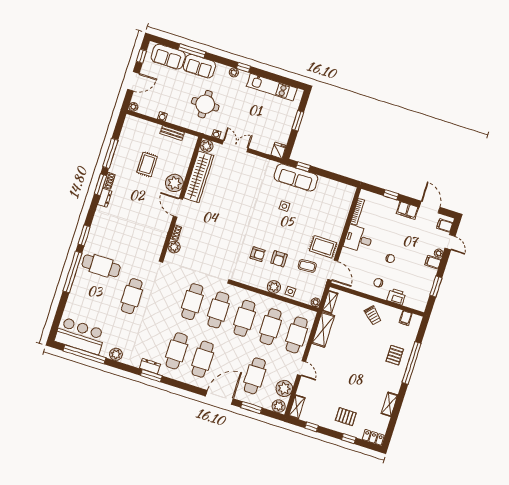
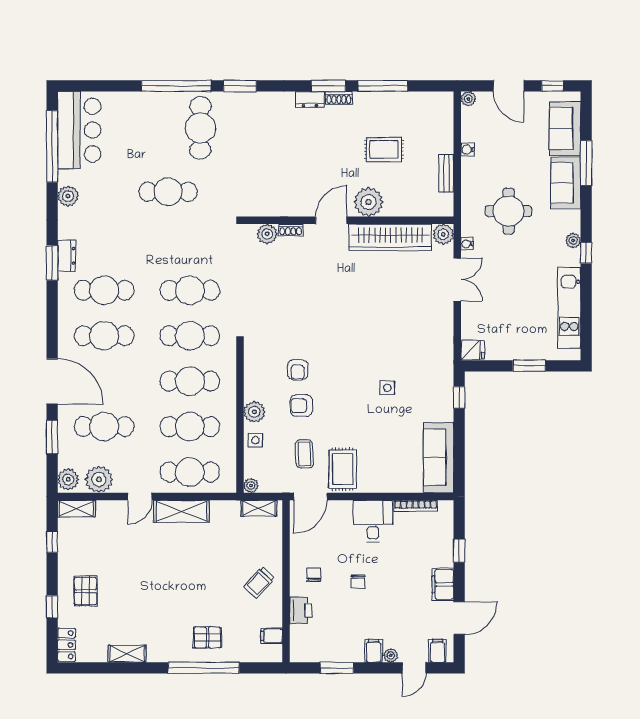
sofa: (296, 177) -> (439, 458), moved
shelving: (323, 329) -> (181, 511), moved

